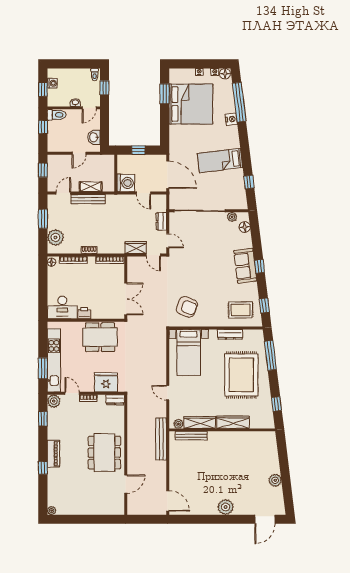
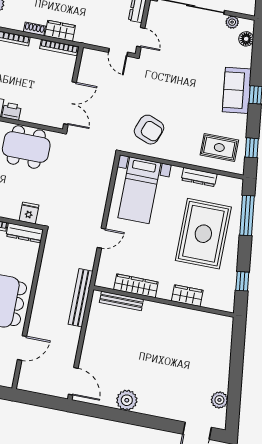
wardrobe: (136, 248) -> (60, 31), moved
fridge: (106, 382) -> (29, 213), width x0.53, depth x0.75
door: (168, 393) -> (101, 238), swing flipped
dresser: (115, 400) -> (25, 233), width x1.44
wardrobe: (233, 422) -> (187, 296), width x0.67
plant: (178, 424) -> (107, 282), removed
plant: (275, 480) -> (219, 400), moved
plant: (226, 507) -> (127, 400), moved

